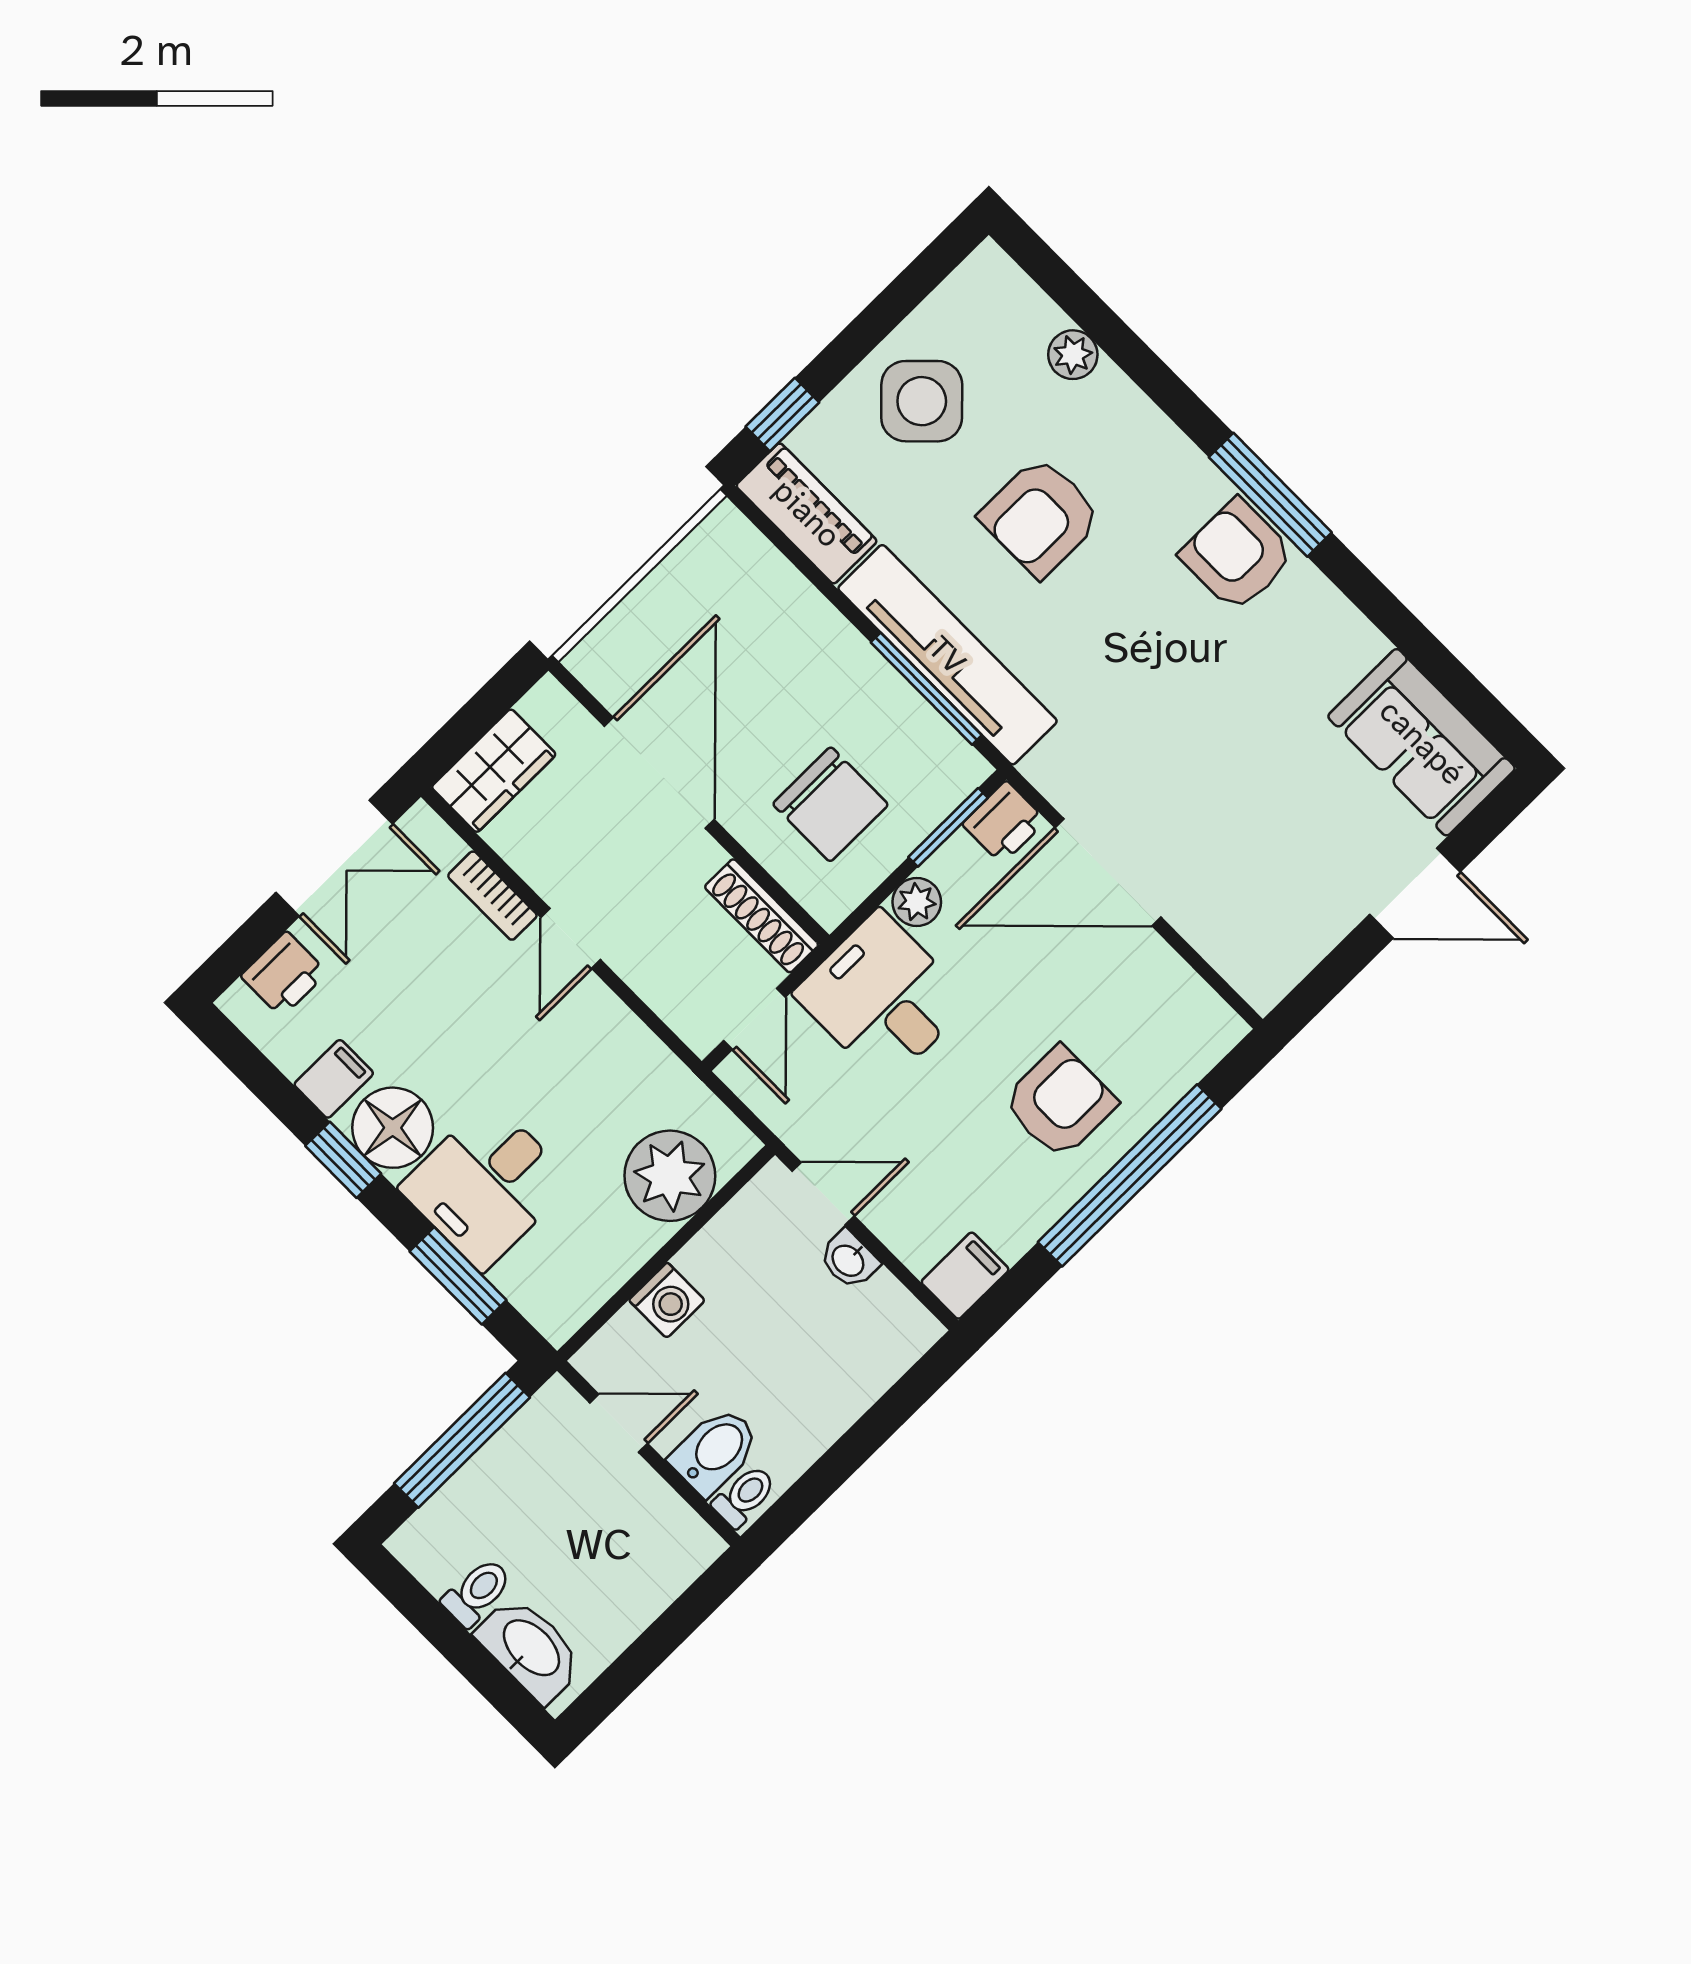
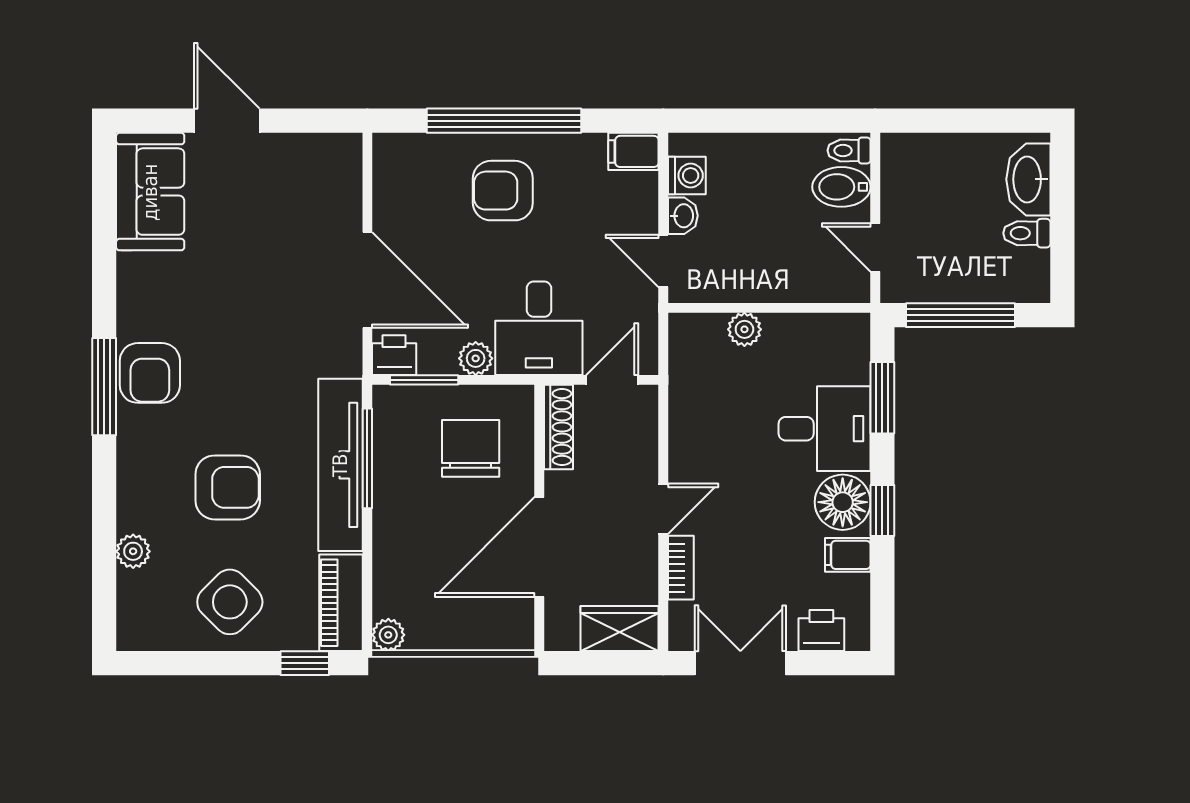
plant: (725, 529) -> (388, 635), added
plant: (670, 1176) -> (744, 329), width x0.53, depth x0.53
washing machine: (667, 1300) -> (687, 175), moved, turned 90

